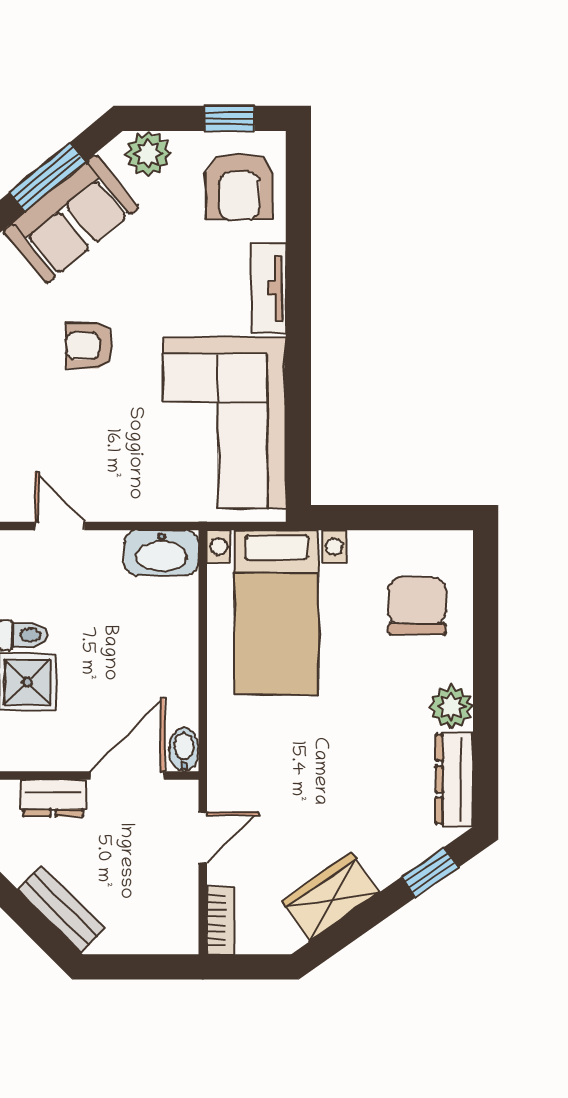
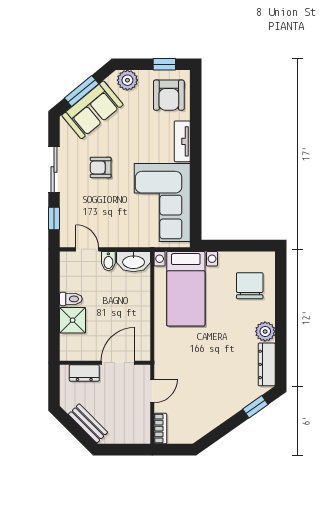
bidet: (184, 750) -> (108, 261), moved, turned 180
wardrobe: (330, 897) -> (210, 418), removed

